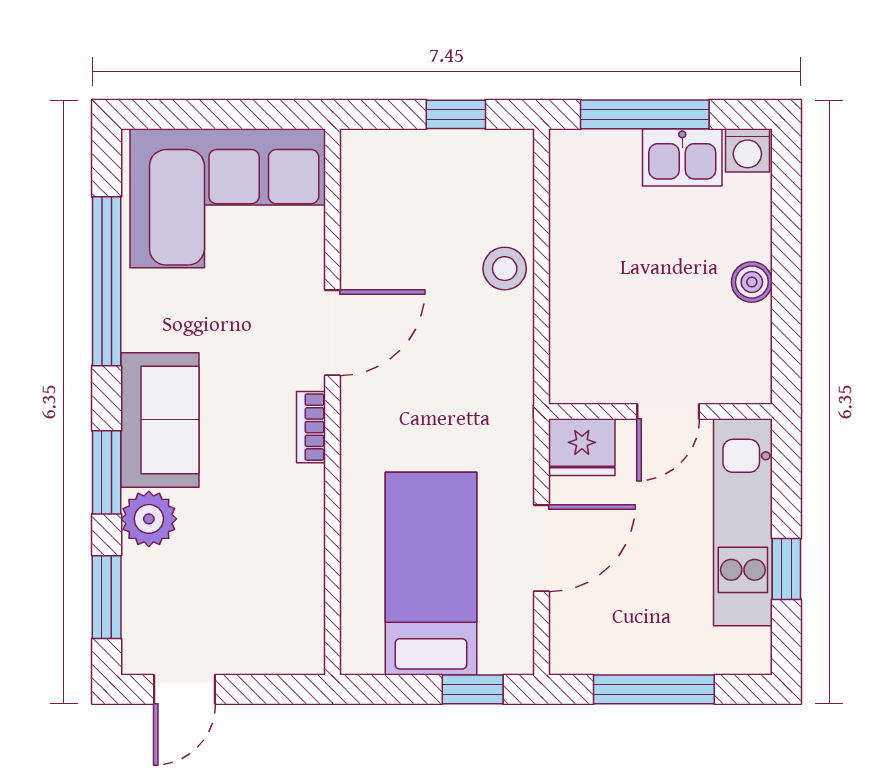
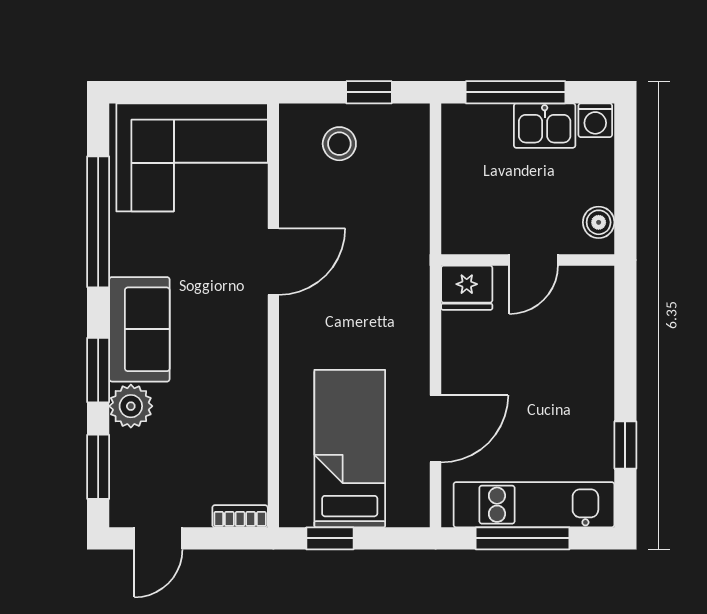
stool: (505, 269) -> (339, 144), moved
wall: (660, 411) -> (528, 260), moved
door: (668, 411) -> (534, 260), moved
bookcase: (311, 427) -> (240, 516), moved, turned 90
fridge: (582, 447) -> (467, 288), moved
kitchen unit: (743, 522) -> (534, 505), moved, turned 90
window: (473, 689) -> (330, 538), moved

